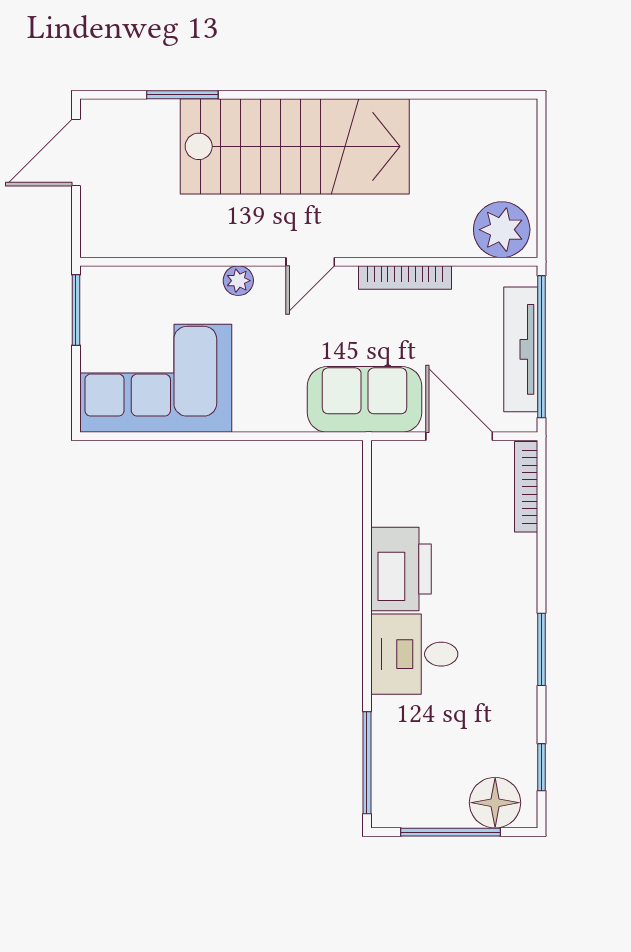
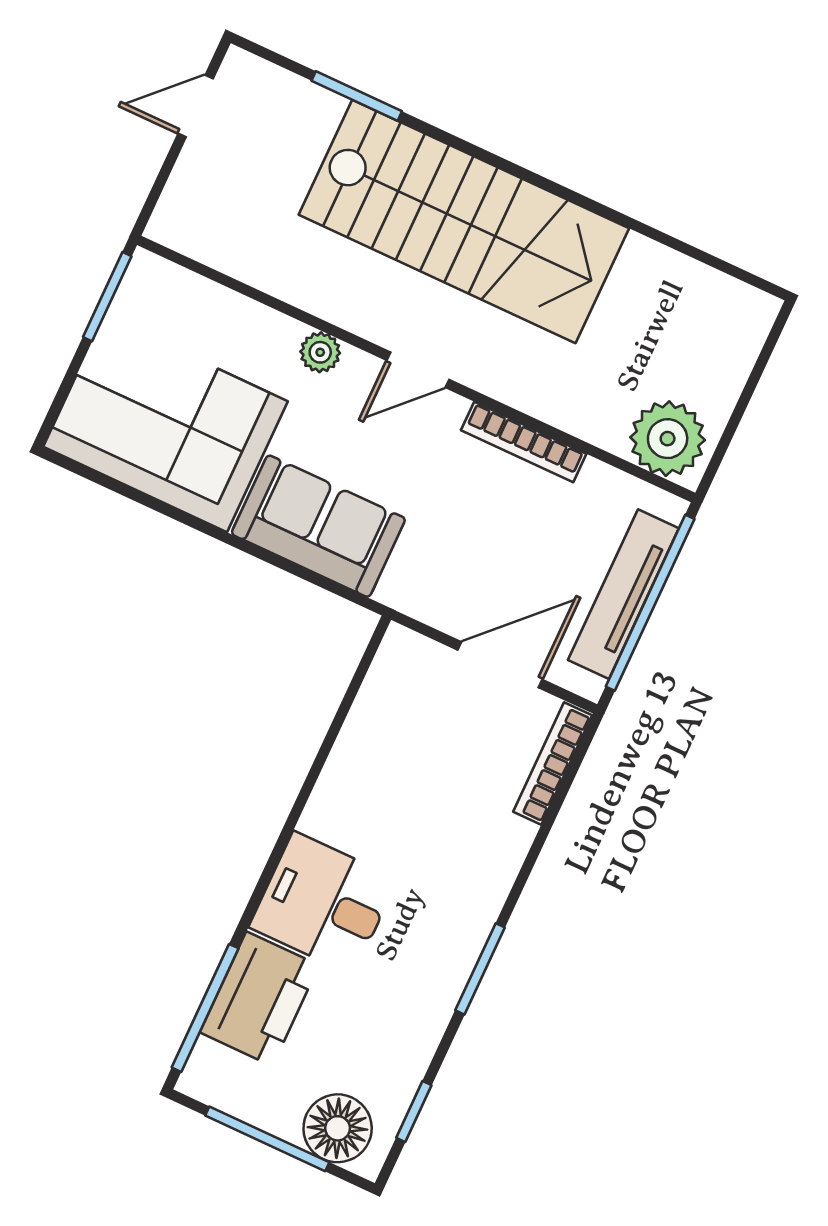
door: (76, 153) -> (196, 106), width x0.73
sofa: (364, 399) -> (318, 526), moved
door: (459, 436) -> (500, 665), hinge flipped
printer: (401, 569) -> (259, 999), moved

